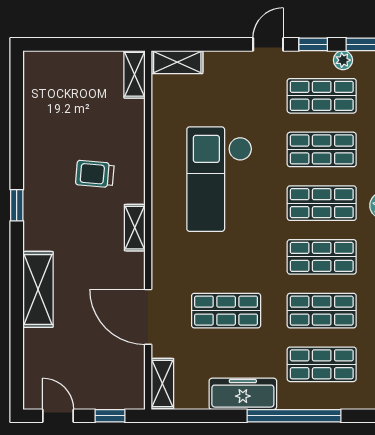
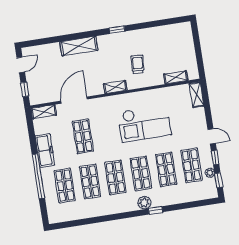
shelving: (135, 74) -> (176, 77), moved
checkout: (219, 179) -> (144, 123), turned 180

